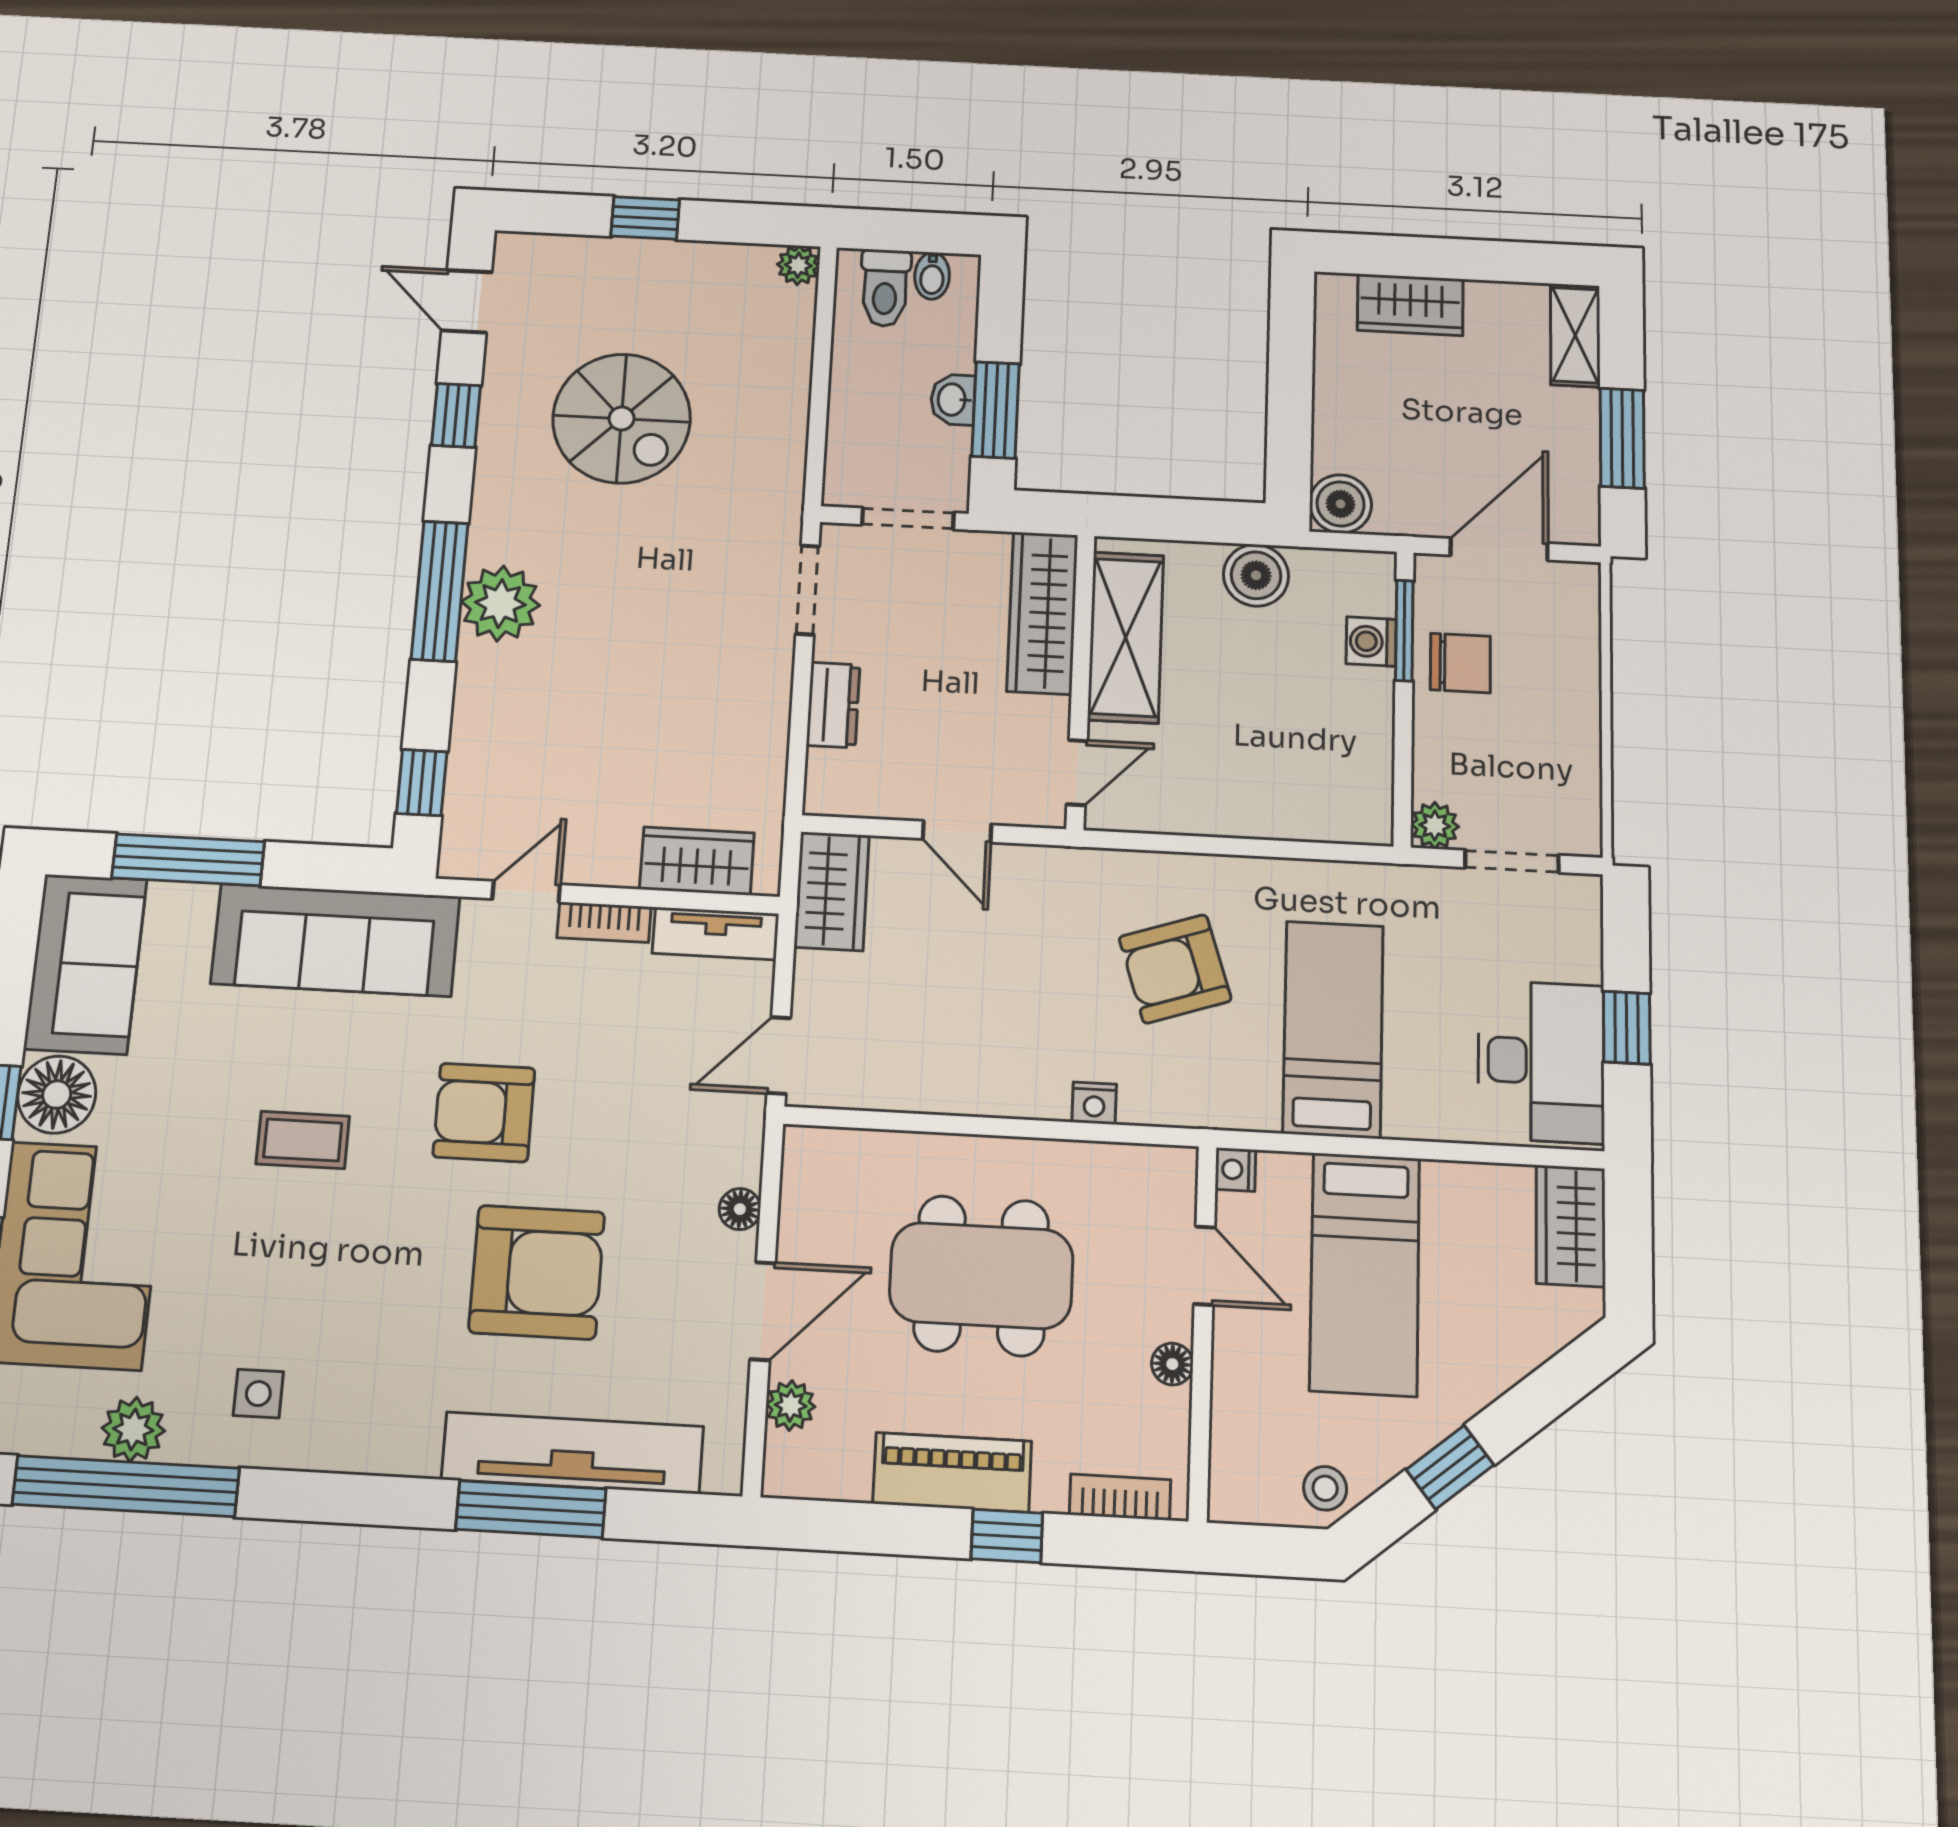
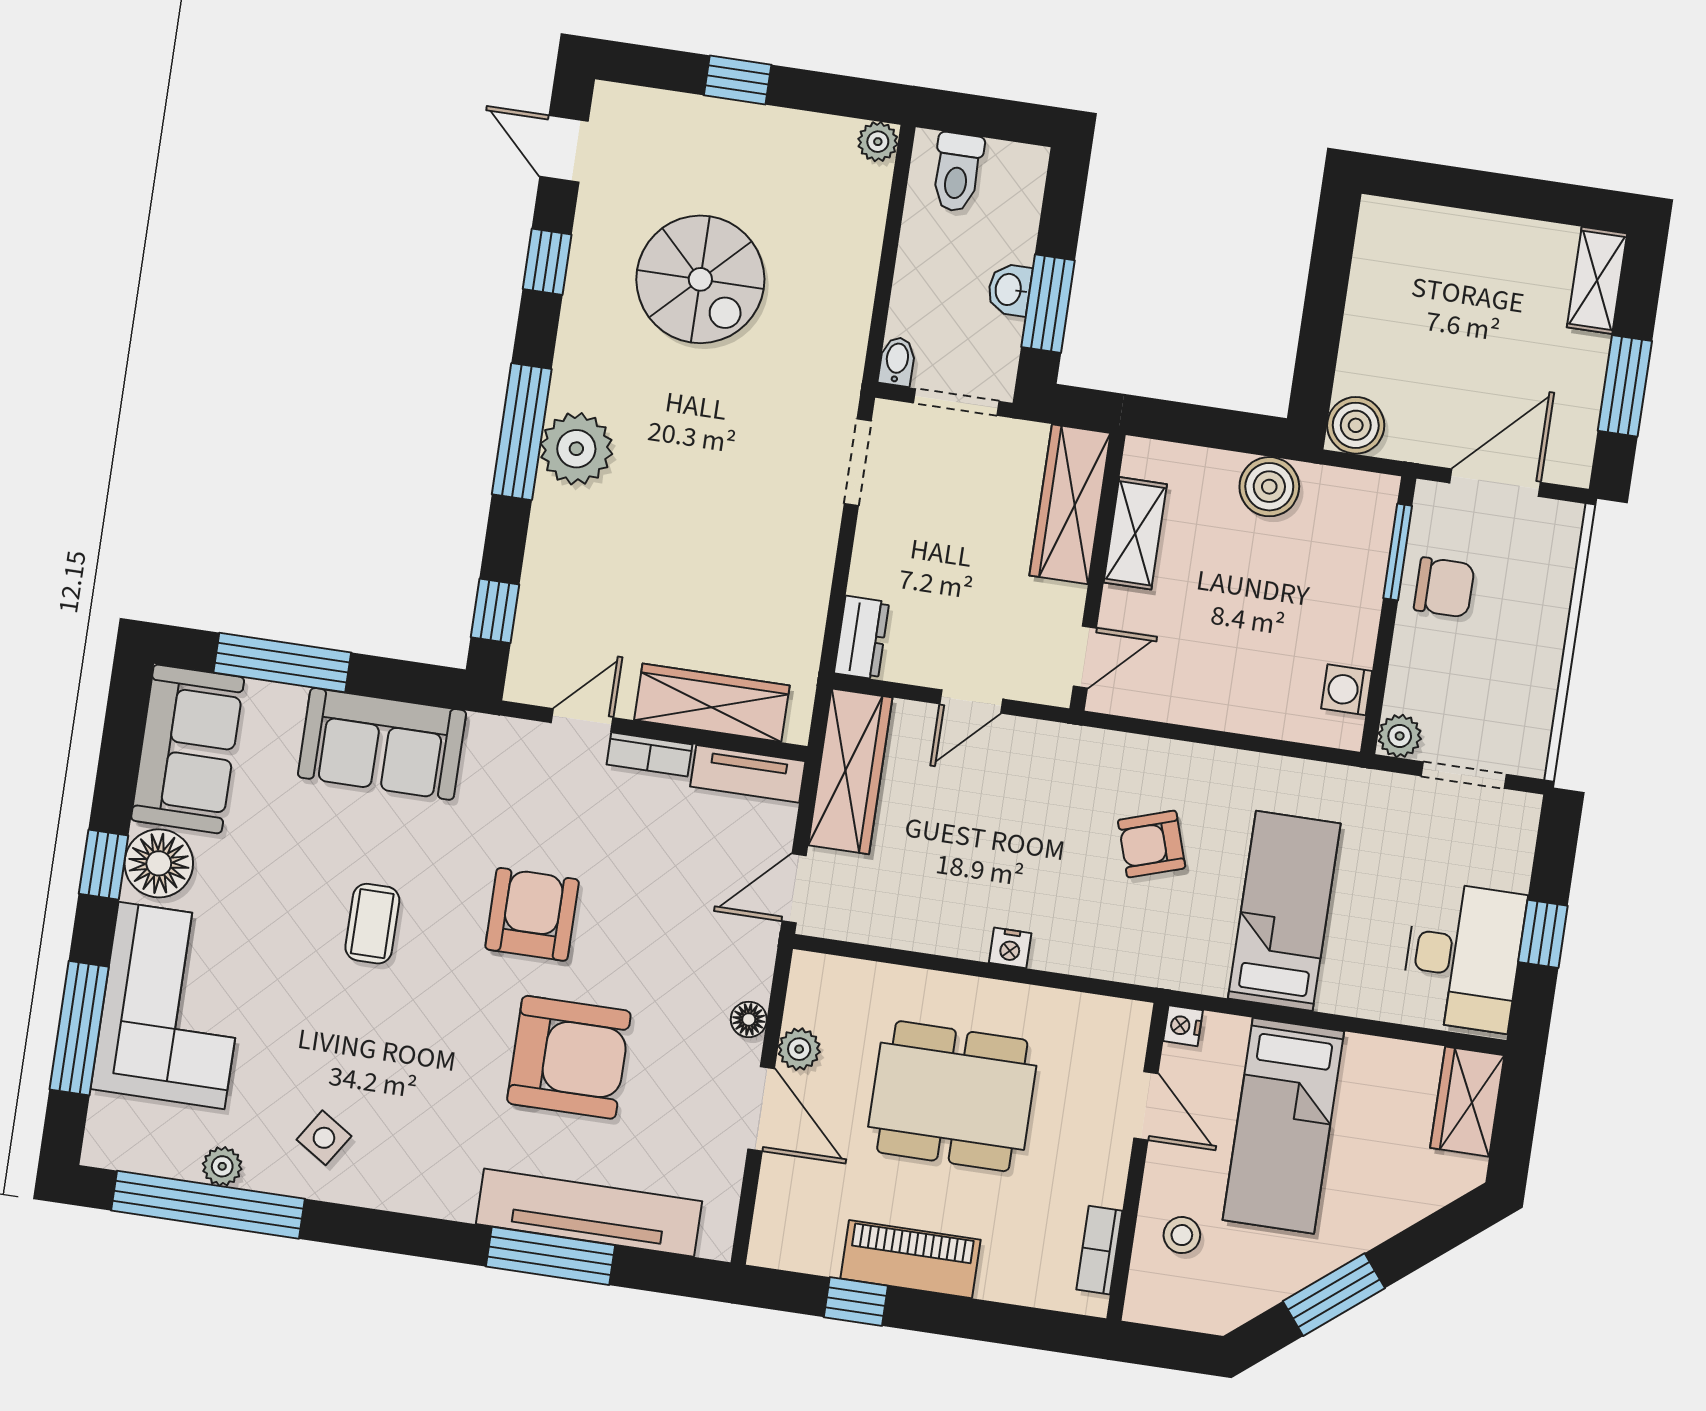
bidet: (932, 276) -> (897, 361), moved, turned 180
wardrobe: (1410, 305) -> (1447, 235), removed
shelving: (1126, 637) -> (1135, 533), width x0.67, depth x0.75
washing machine: (1371, 642) -> (1347, 690), moved
dresser: (833, 705) -> (862, 638), moved
door: (957, 832) -> (971, 701), hinge flipped
wardrobe: (697, 861) -> (712, 703), width x1.50
wardrobe: (832, 891) -> (850, 771), width x1.50
sofa: (336, 940) -> (382, 744), width x0.73
armchair: (1175, 969) -> (1152, 844), width x0.72, depth x0.72
nightstand: (1094, 1103) -> (1010, 948), moved
armchair: (484, 1113) -> (532, 914), turned 90
coffee table: (303, 1140) -> (372, 924), turned 90
door: (763, 1311) -> (761, 1109), hinge flipped
floor lamp: (1172, 1364) -> (1108, 1187), removed
side table: (258, 1394) -> (324, 1138), turned 33
plant: (791, 1405) -> (799, 1049), moved
plant: (133, 1429) -> (222, 1166), width x0.73, depth x0.73
window: (1450, 1467) -> (1334, 1295), width x1.50
stool: (1325, 1488) -> (1182, 1235), moved
bookcase: (1120, 1497) -> (1099, 1250), moved, turned -90
window: (1007, 1536) -> (856, 1302), moved

